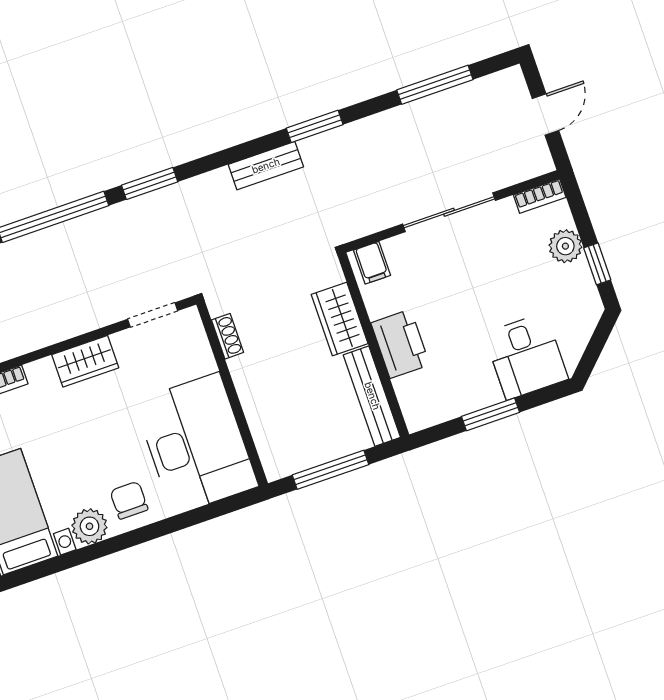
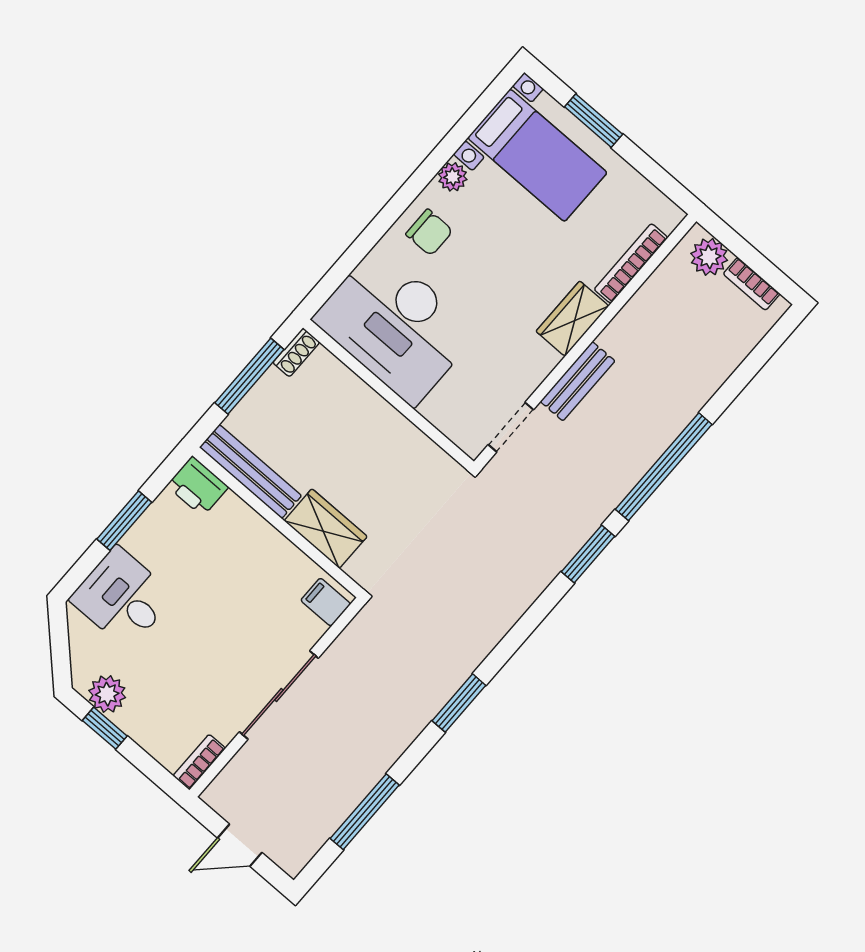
door: (545, 114) -> (240, 845), hinge flipped
bench: (266, 166) -> (578, 381), moved
plant: (565, 246) -> (107, 694), moved
shoe rack: (228, 336) -> (296, 352), moved, turned -90
printer: (400, 344) -> (198, 486), moved, width x0.73, depth x0.84
wardrobe: (85, 361) -> (572, 319), moved
plant: (89, 526) -> (453, 177), width x0.73, depth x0.73

